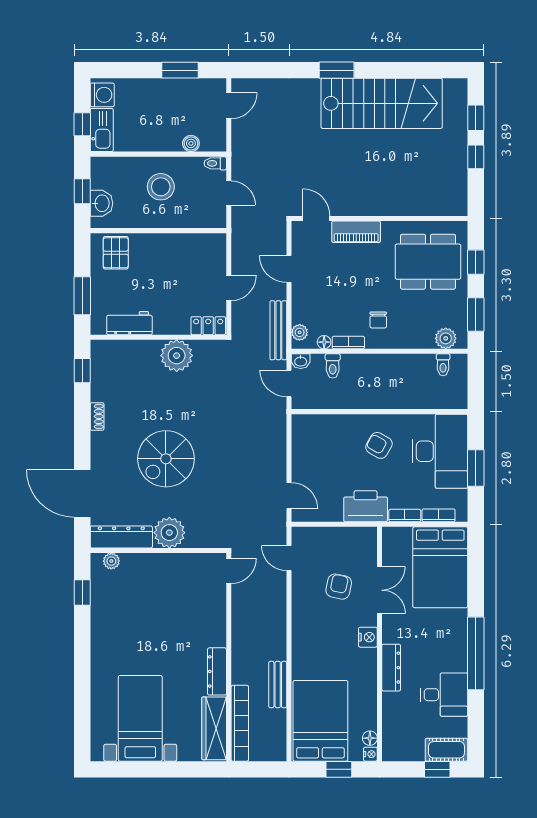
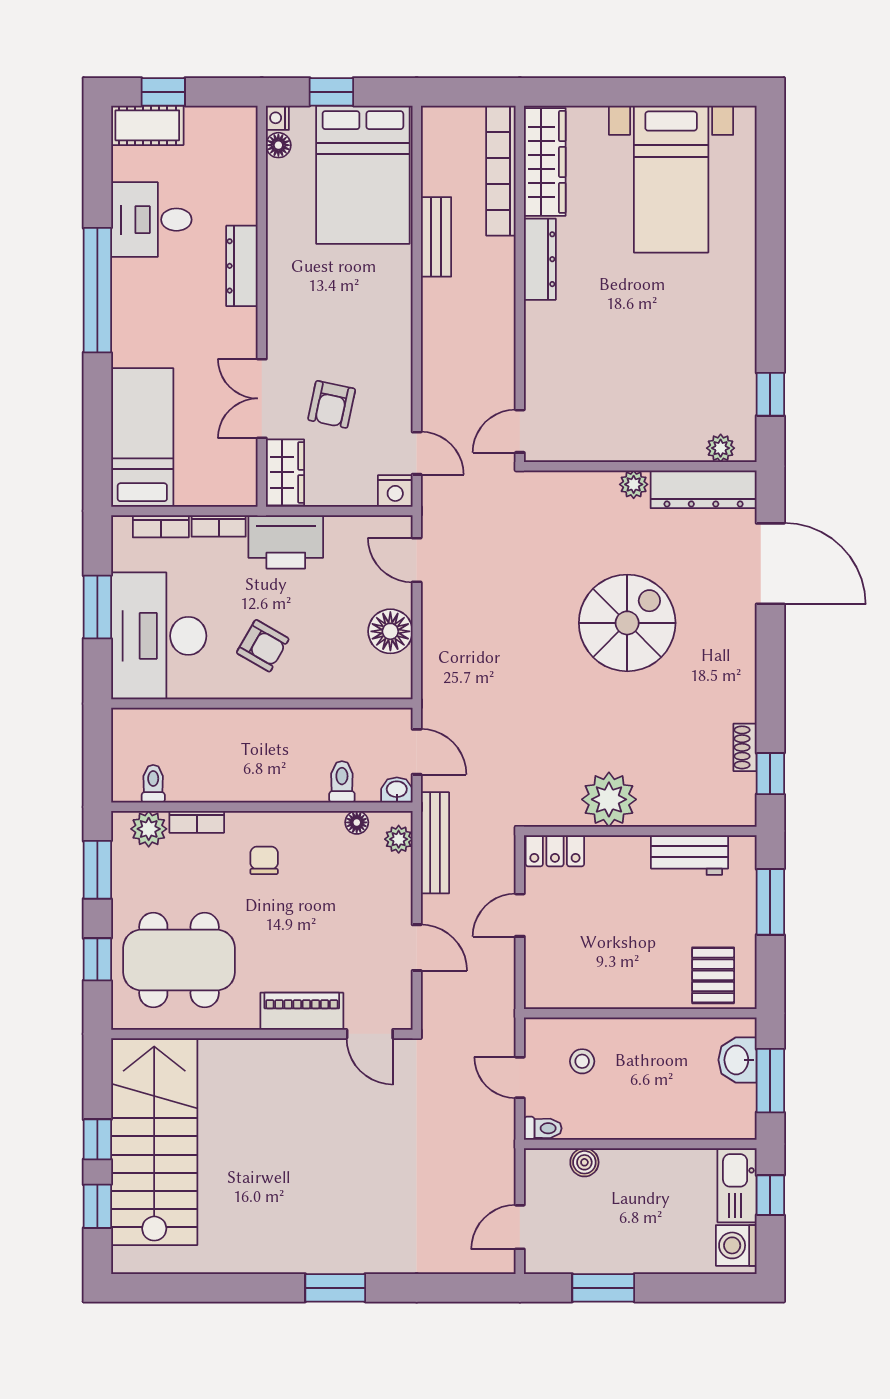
stairs: (382, 103) -> (154, 1142), moved, turned 90
stool: (161, 187) -> (582, 1061), moved, width x0.53, depth x0.53
window: (82, 191) -> (770, 1081), width x1.50
bookcase: (348, 342) -> (197, 822), moved
shoe rack: (97, 416) -> (745, 747), moved
floor lamp: (304, 454) -> (390, 631), added
plant: (169, 533) -> (634, 484), width x0.53, depth x0.53
wardrobe: (366, 547) -> (285, 472), added
bed: (440, 567) -> (142, 437), width x0.67
nightstand: (368, 637) -> (395, 491), moved, turned -90

